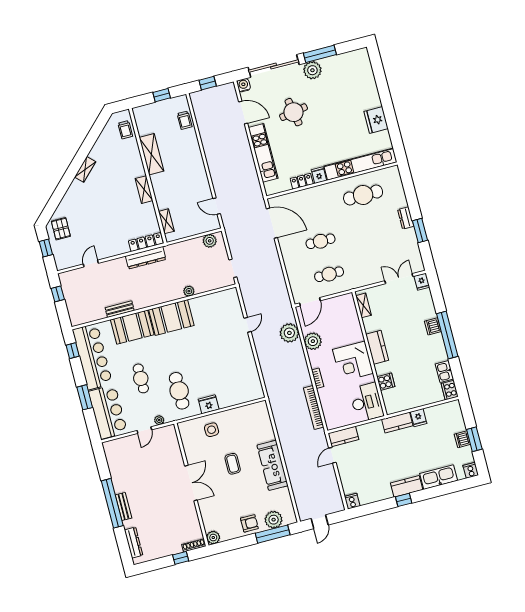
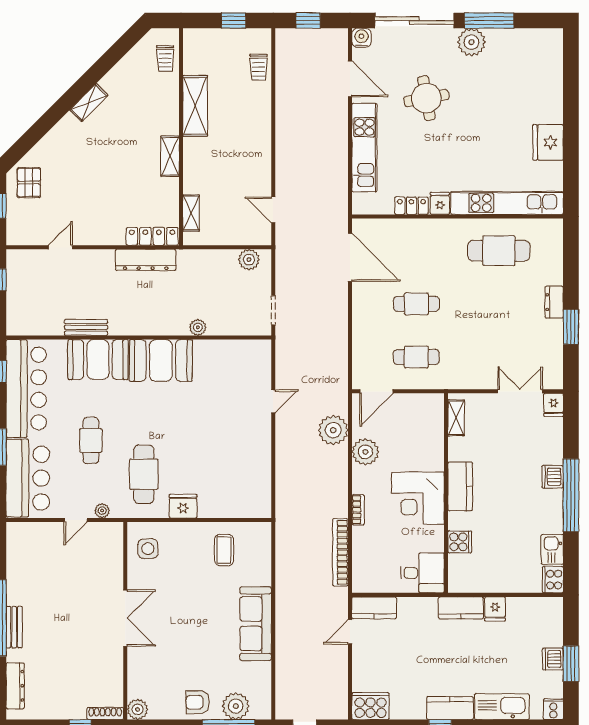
desk: (367, 402) -> (422, 573), width x0.73
side table: (212, 430) -> (148, 549), moved
coffee table: (233, 464) -> (224, 550), moved
cooker: (352, 501) -> (370, 706), width x1.87, depth x1.31
armchair: (249, 523) -> (198, 702), turned 180

